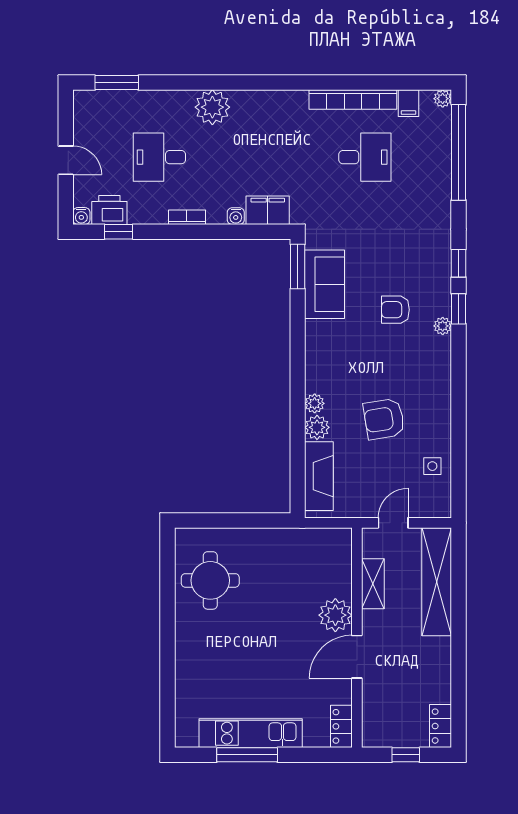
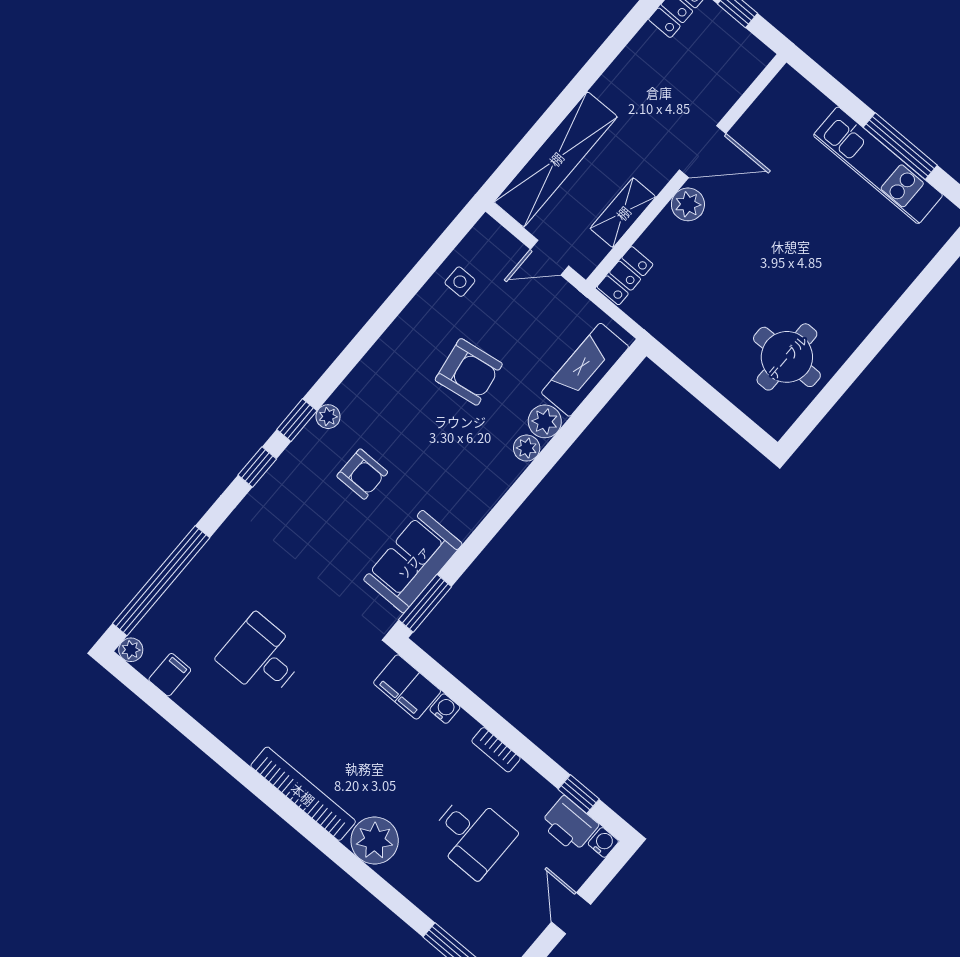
bookcase: (353, 100) -> (303, 794), moved
plant: (335, 615) -> (688, 204), width x0.73, depth x0.73
locker: (341, 726) -> (625, 276), moved

